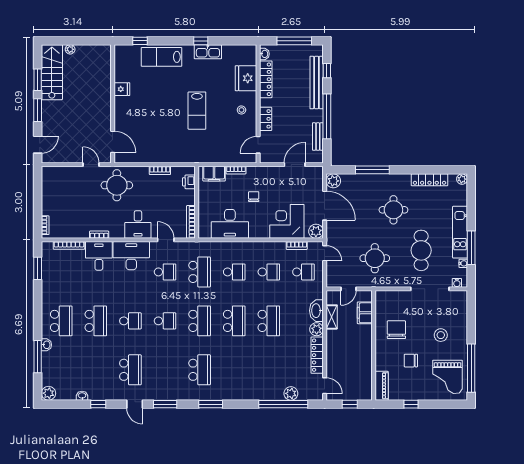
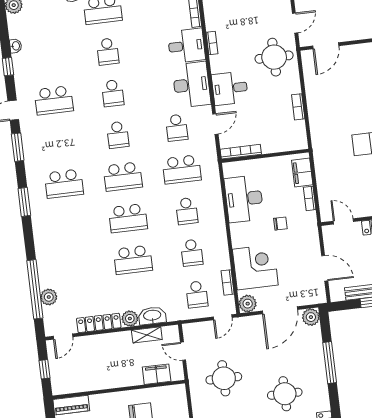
printer: (189, 182) -> (289, 143), removed
school desk: (96, 321) -> (108, 52), width x0.54

